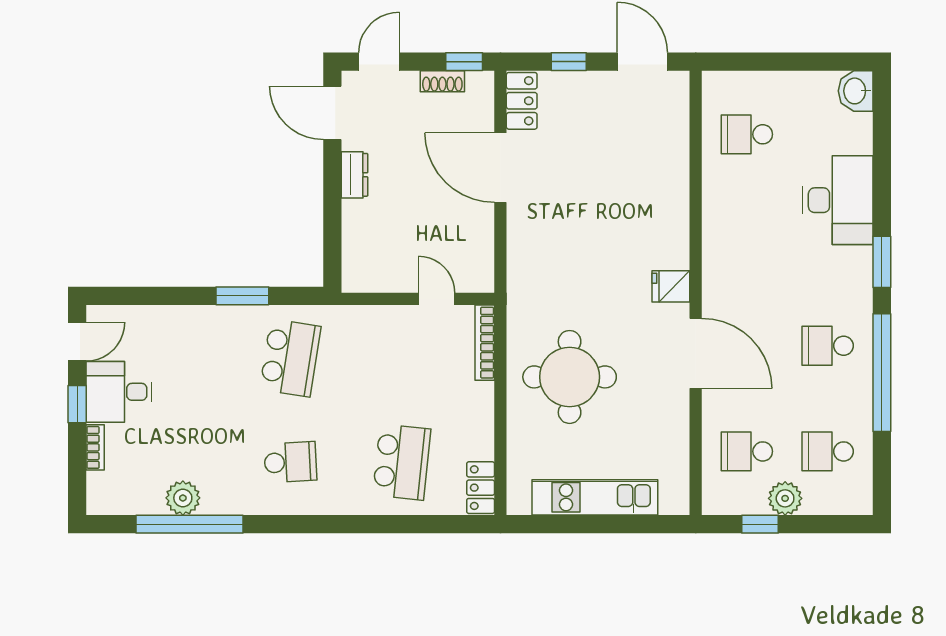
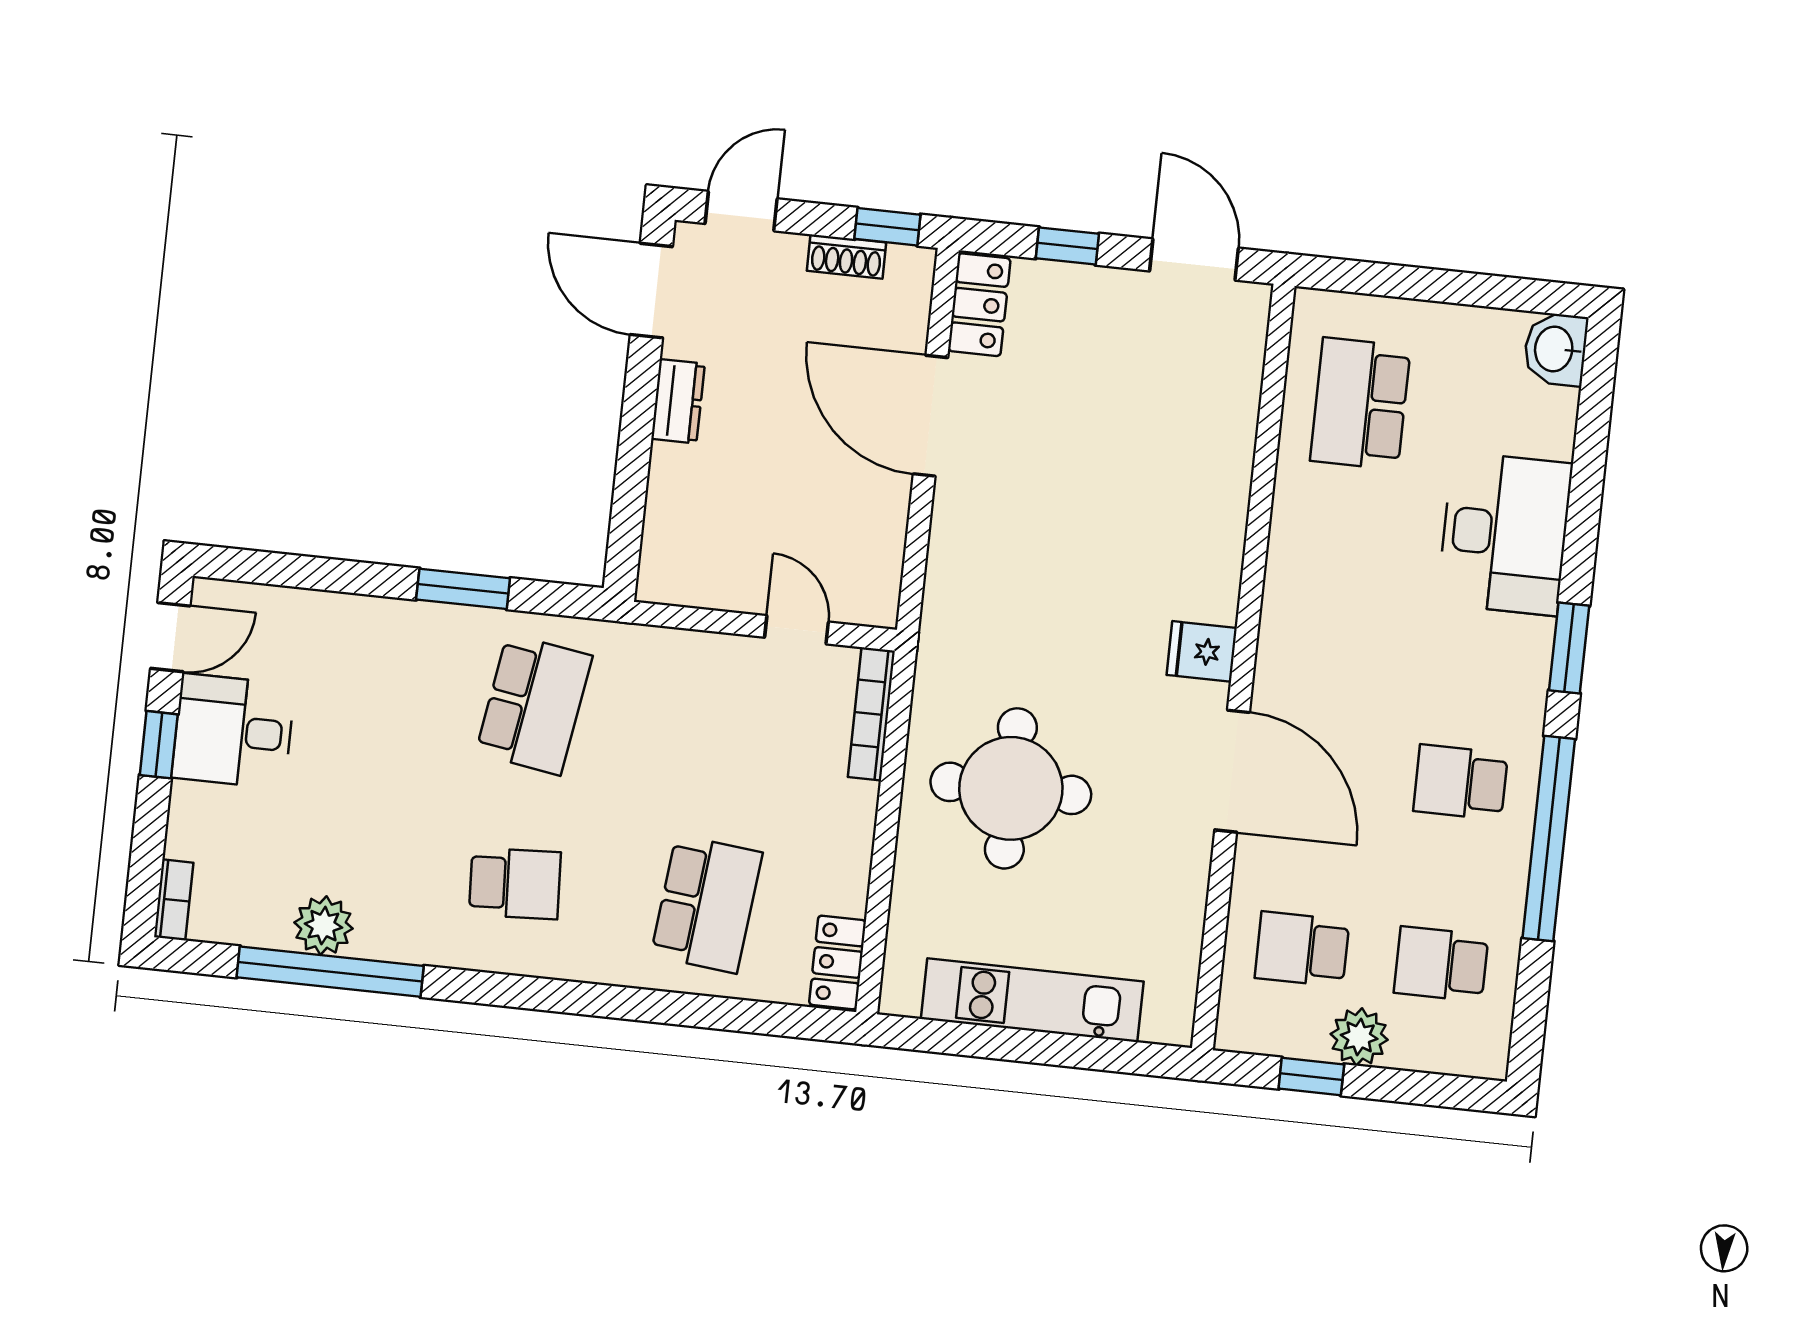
school desk: (747, 134) -> (1360, 404), width x1.85
bookcase: (95, 447) -> (174, 900), moved

